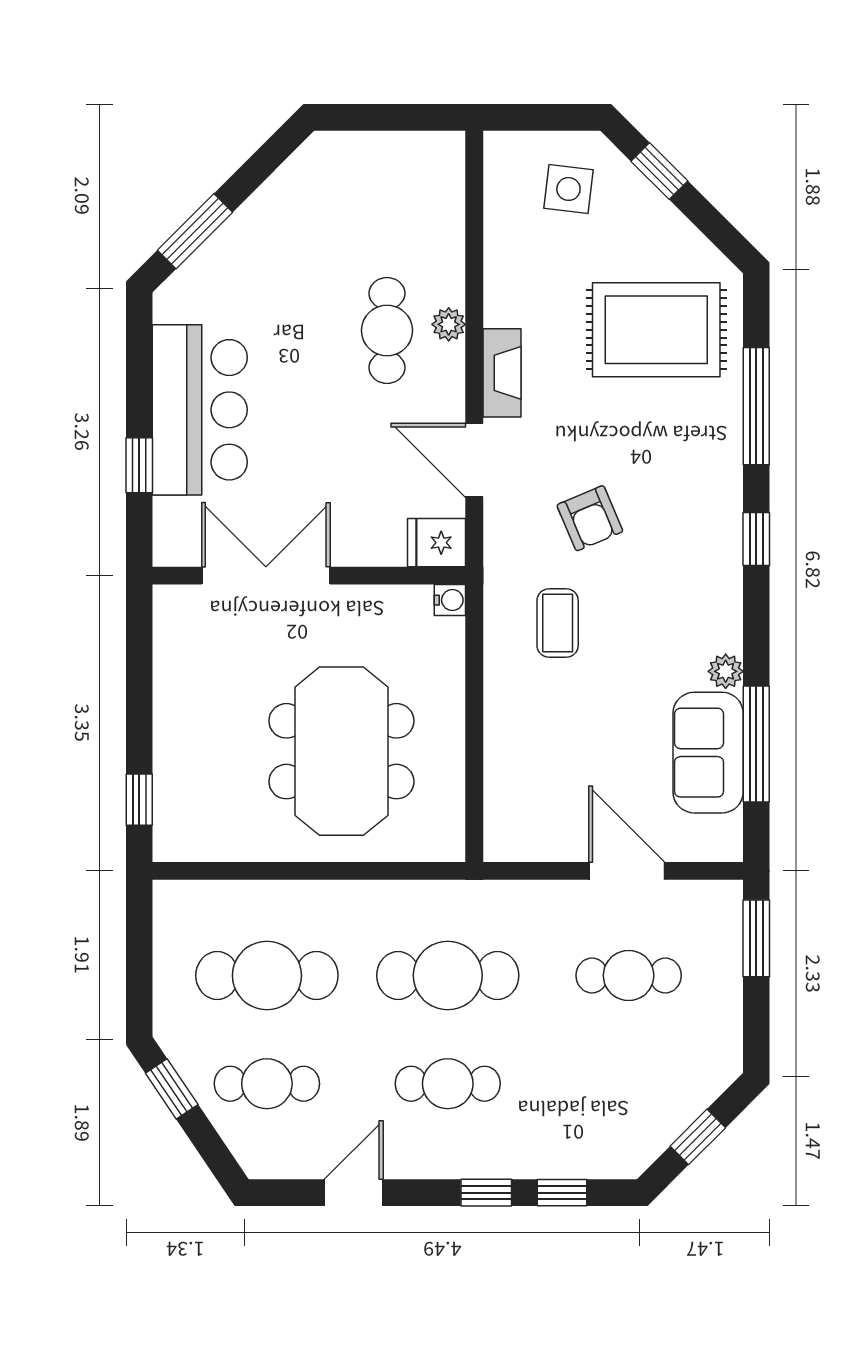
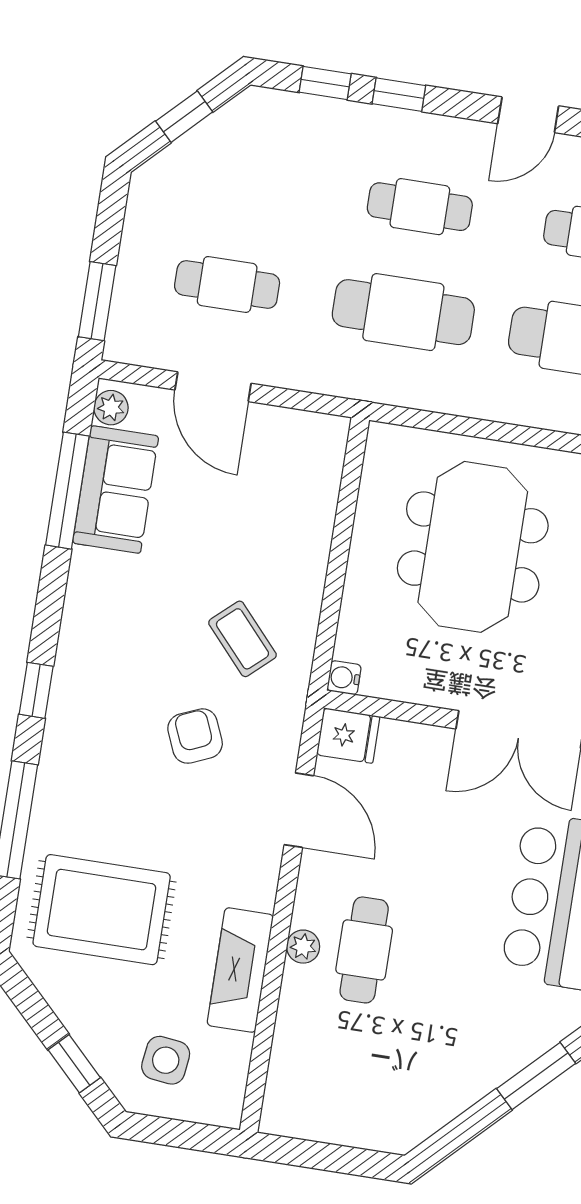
fireplace: (502, 373) -> (240, 970), moved, width x1.37, depth x1.32
coffee table: (558, 623) -> (242, 639), turned -42
plant: (726, 671) -> (111, 408), moved

